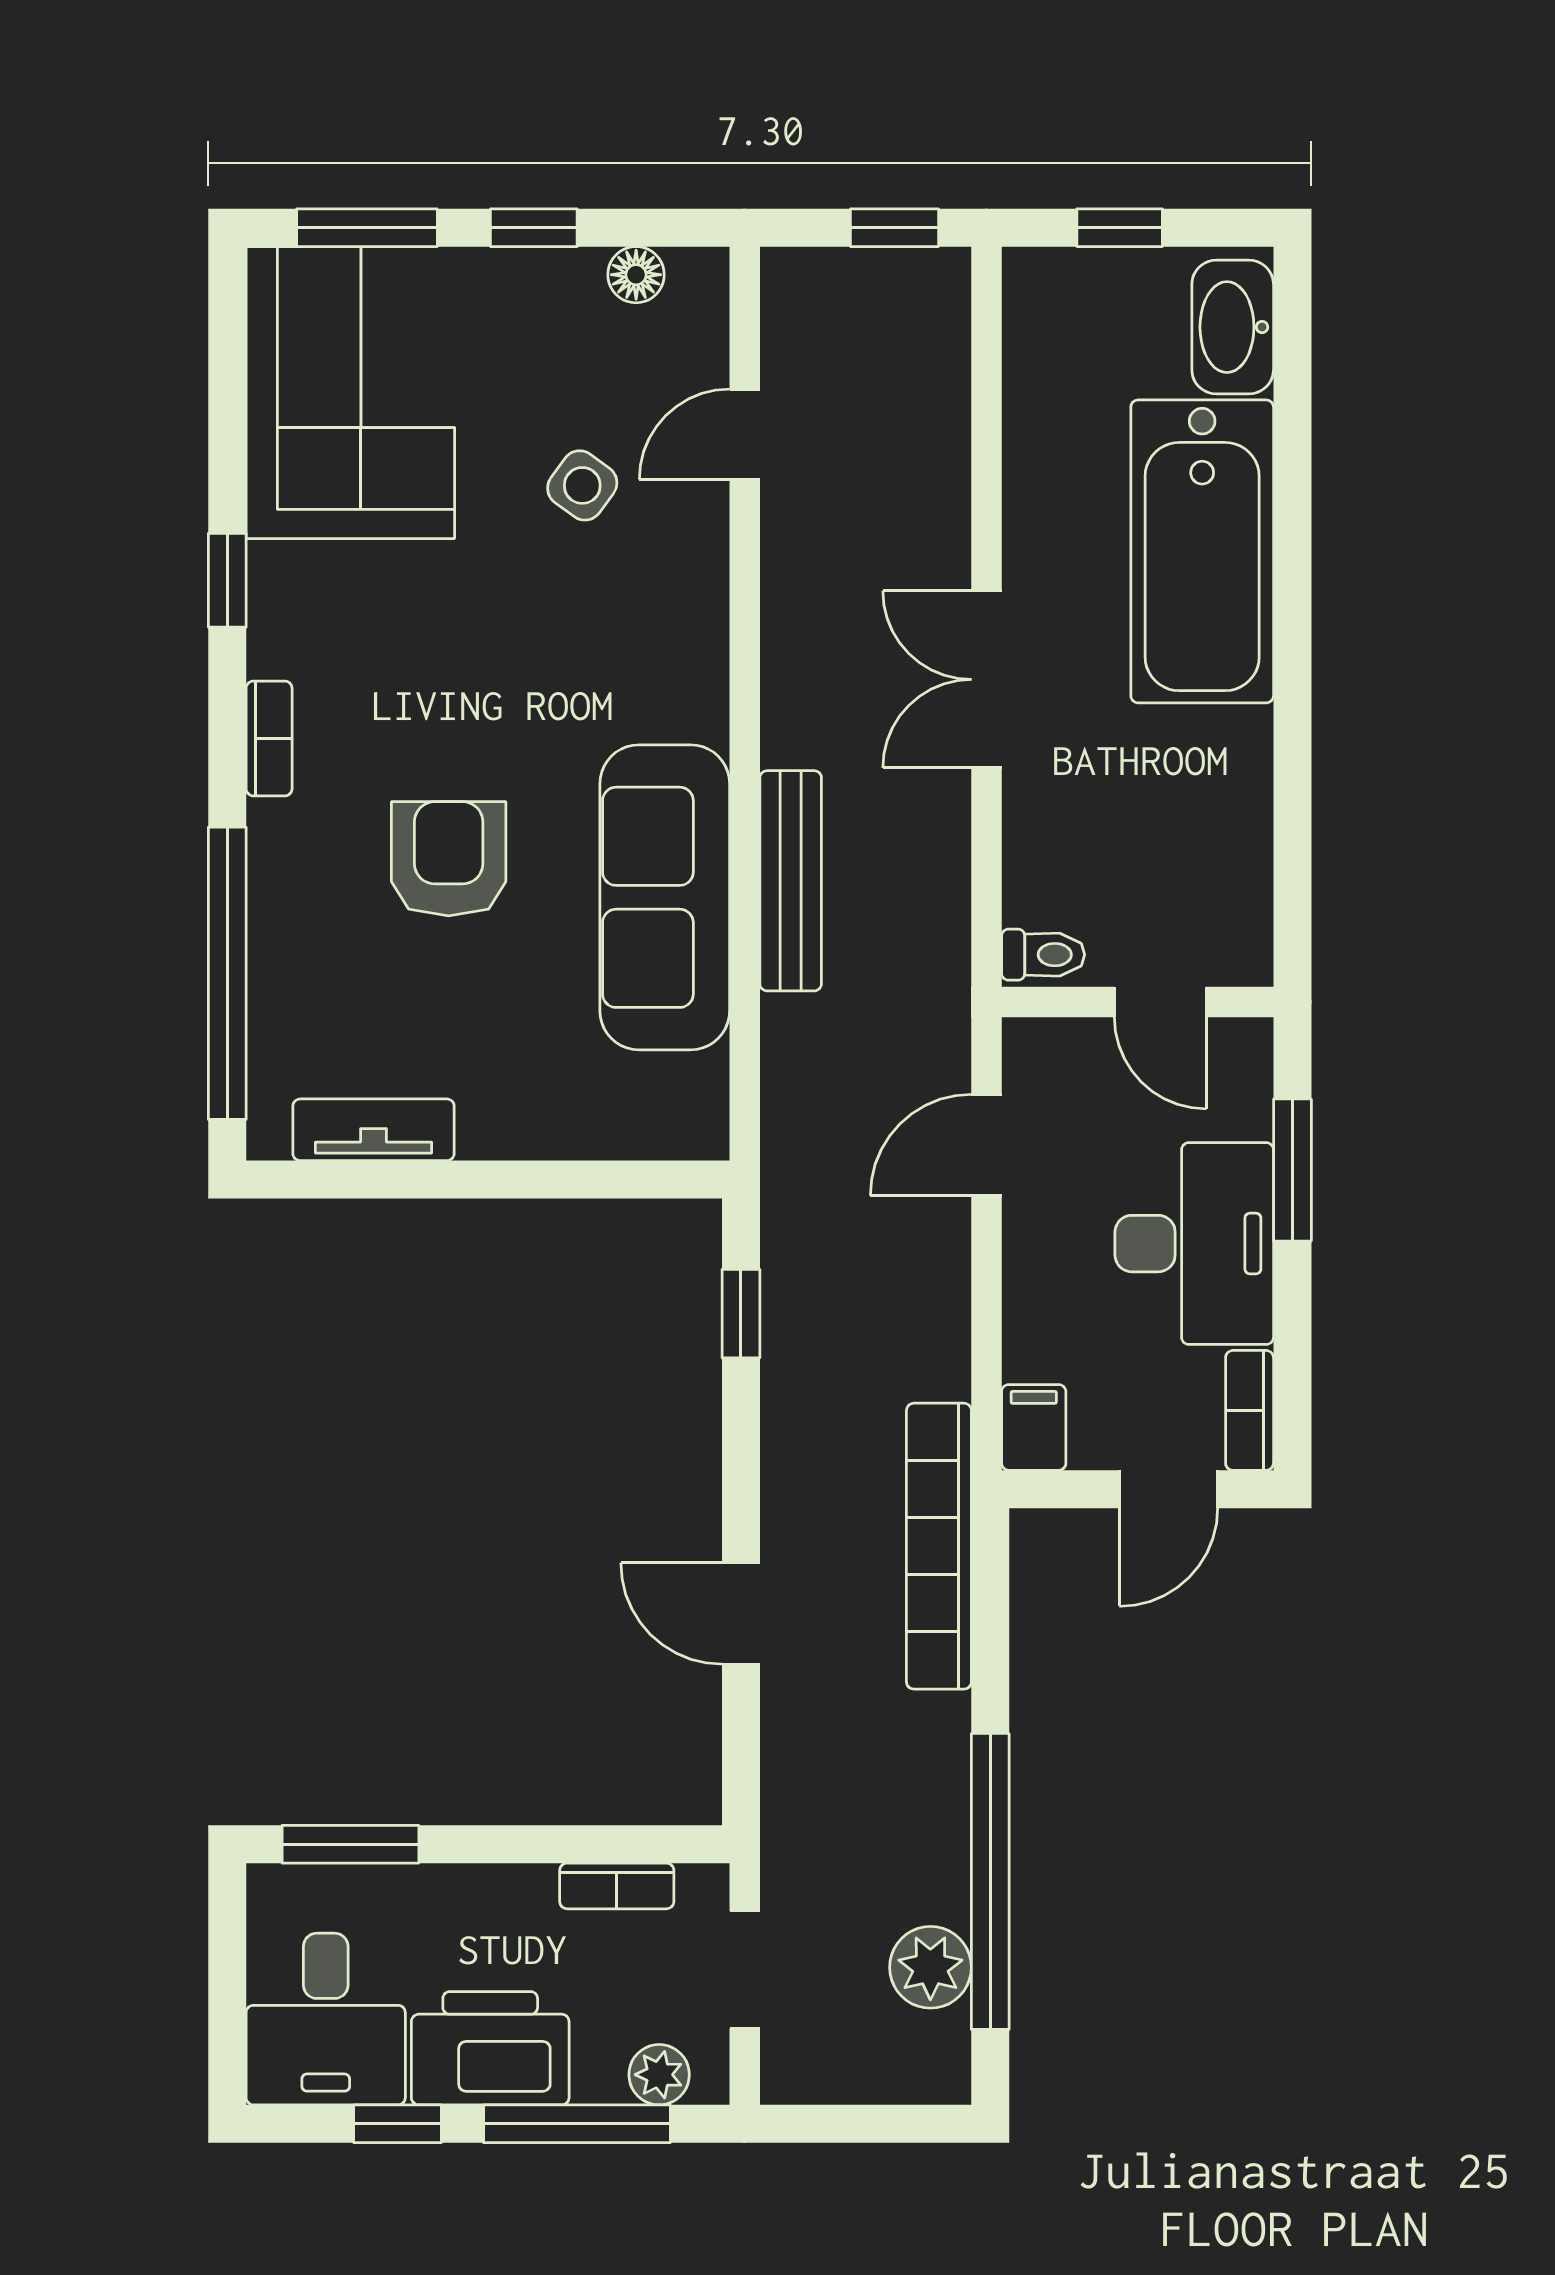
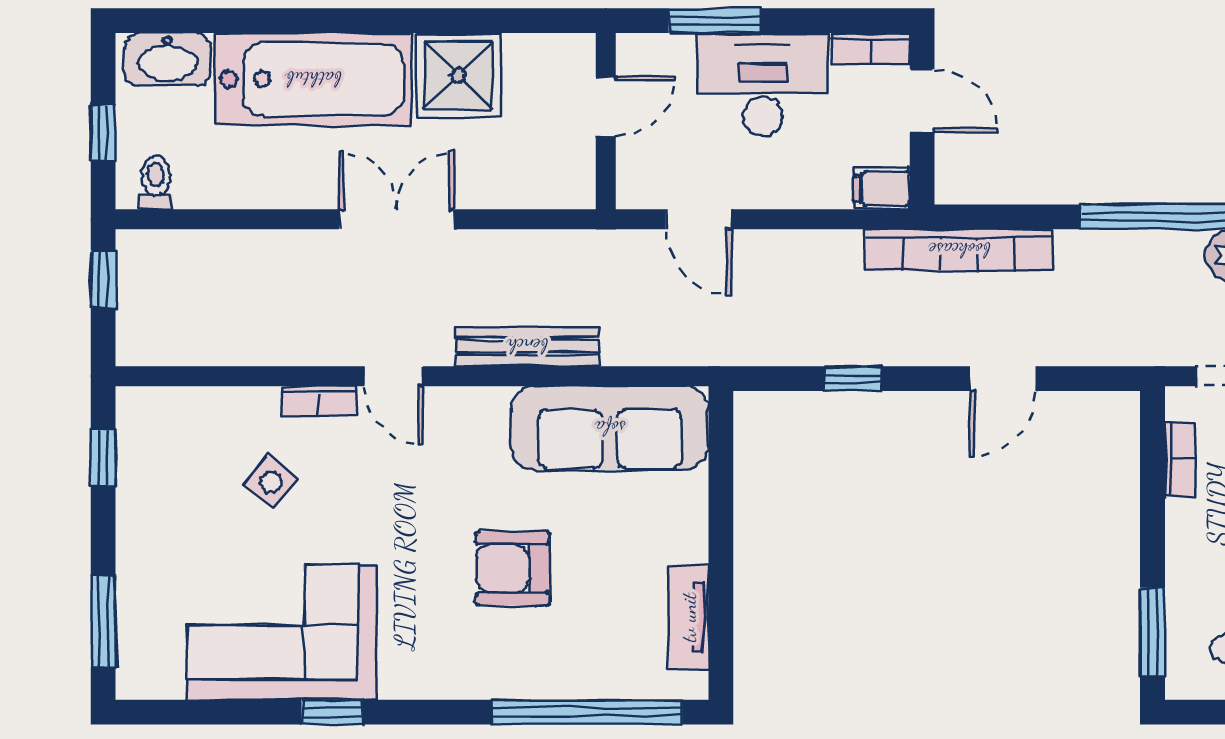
window: (534, 228) -> (103, 458), moved
floor lamp: (636, 275) -> (134, 447), removed
corner sofa: (350, 393) -> (282, 632), moved
door: (745, 434) -> (394, 376), moved
double door: (986, 679) -> (396, 219), swing flipped
bookcase: (269, 738) -> (319, 401), moved, turned 180
shower: (1208, 775) -> (458, 76), added
sofa: (665, 897) -> (610, 428), moved
toilet: (1043, 955) -> (156, 183), moved
window: (741, 1314) -> (853, 379), moved

